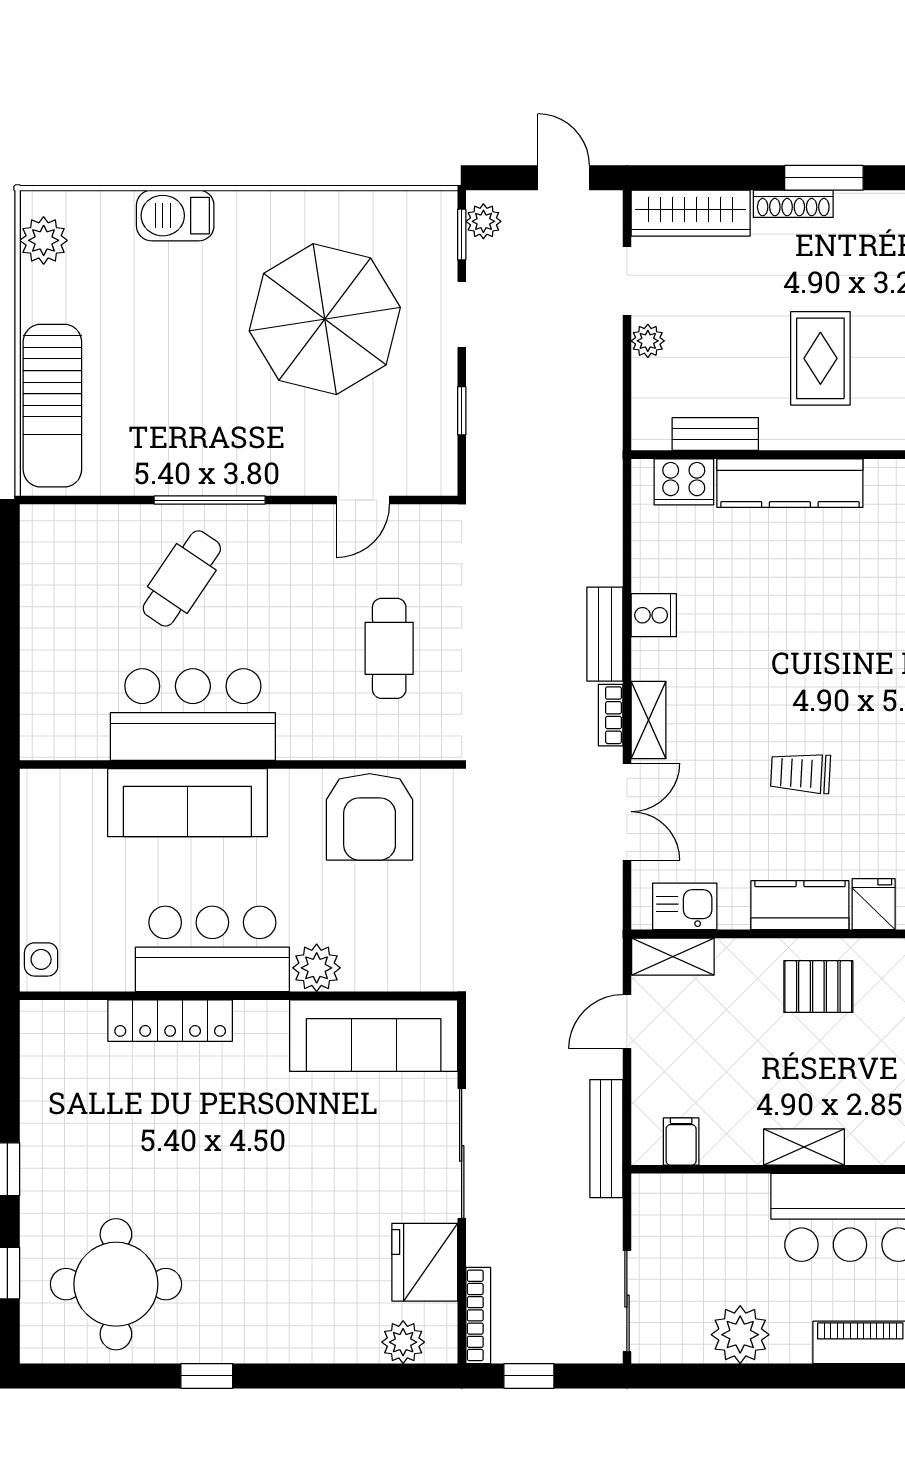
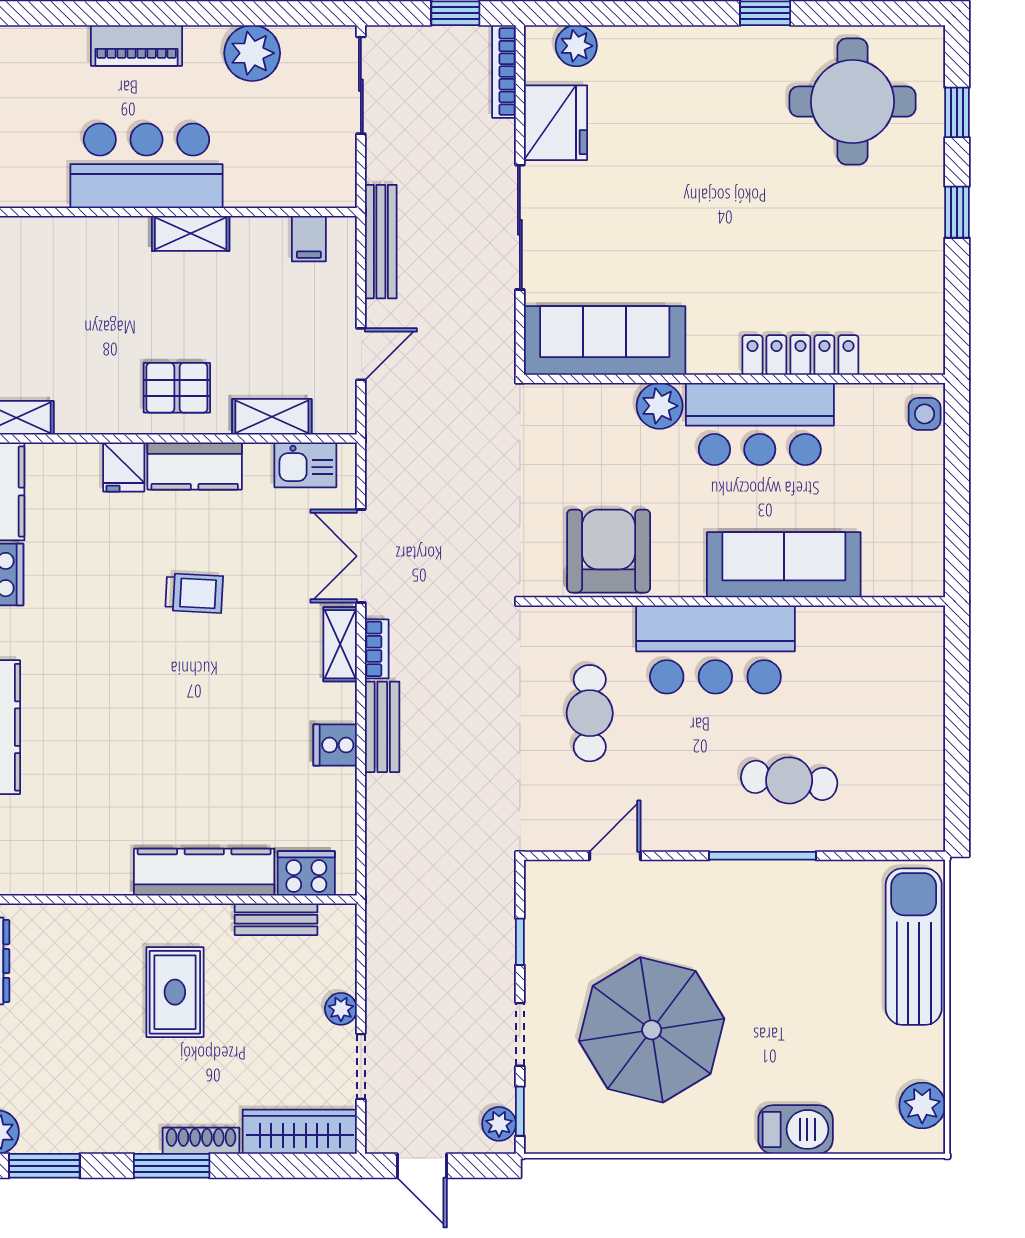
cafe table: (182, 578) -> (789, 780), turned 62
bar counter: (193, 715) -> (715, 649), moved
shelving: (673, 957) -> (272, 417), moved

